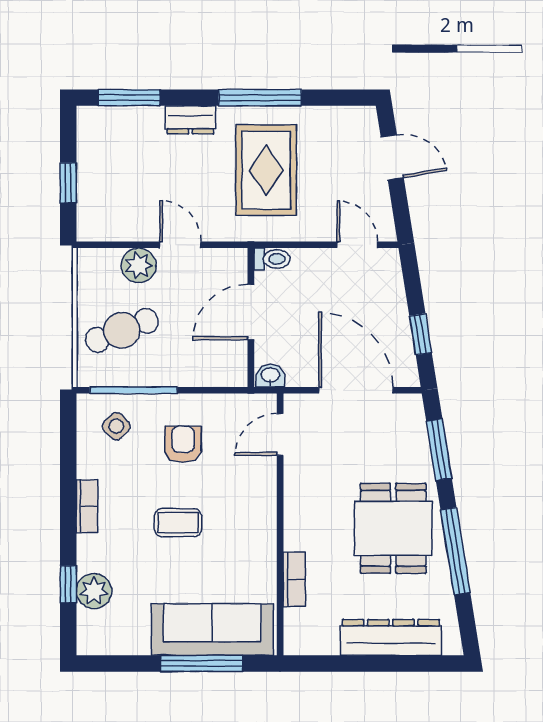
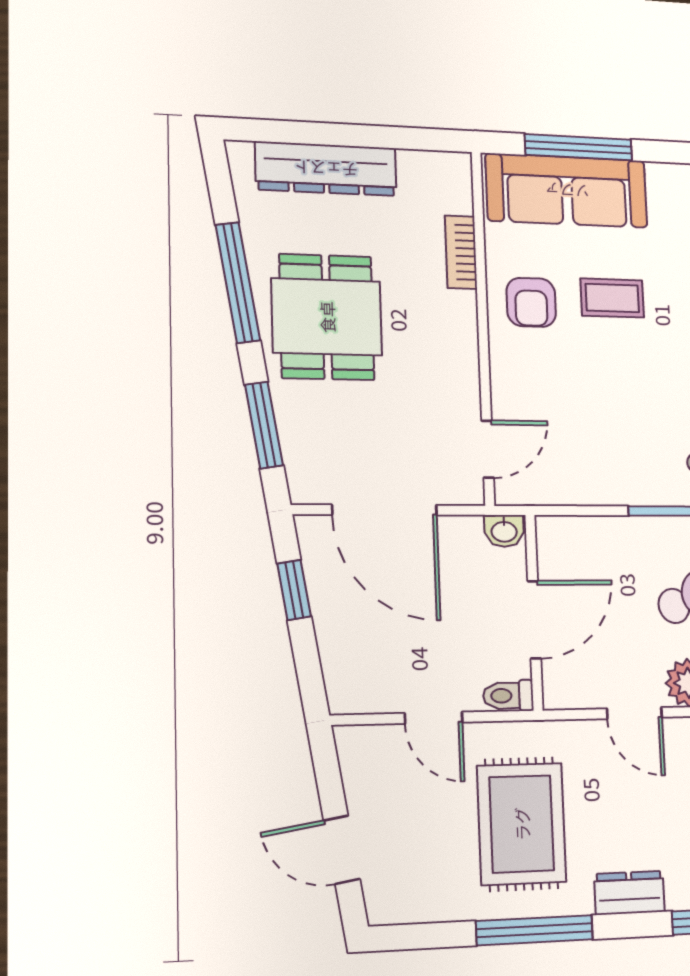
door: (357, 245) -> (434, 718), moved
armchair: (183, 444) -> (531, 302), moved
coffee table: (178, 523) -> (612, 298), moved

